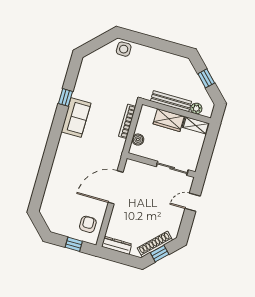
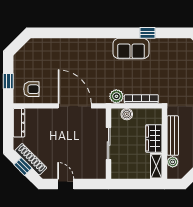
plant: (118, 145) -> (116, 96), added
sliding door: (172, 168) -> (109, 143), moved
door: (193, 202) -> (66, 184), moved

